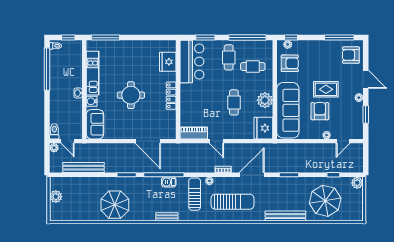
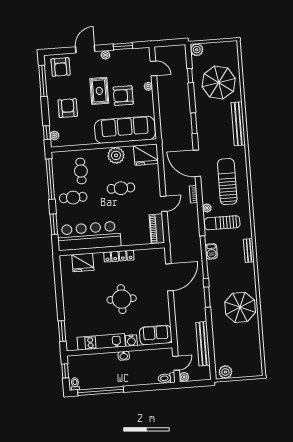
window: (105, 38) -> (62, 331), width x0.69
bar counter: (192, 62) -> (89, 236), width x1.36
armchair: (290, 63) -> (68, 108), moved
plant: (56, 197) -> (225, 372), moved

